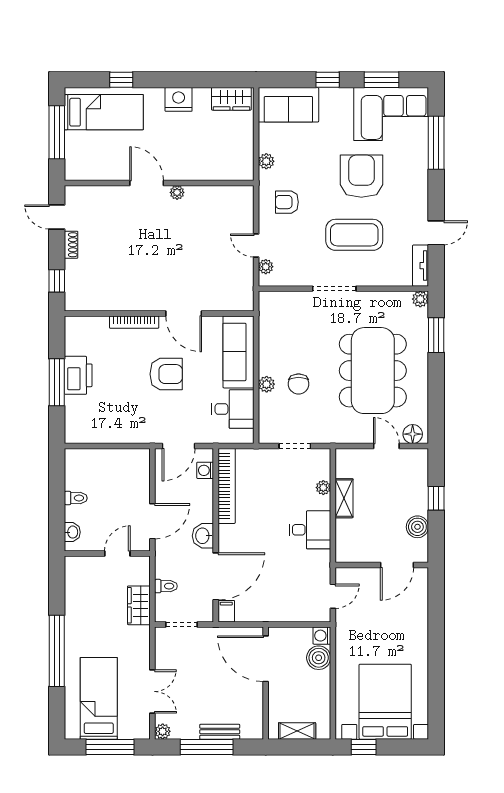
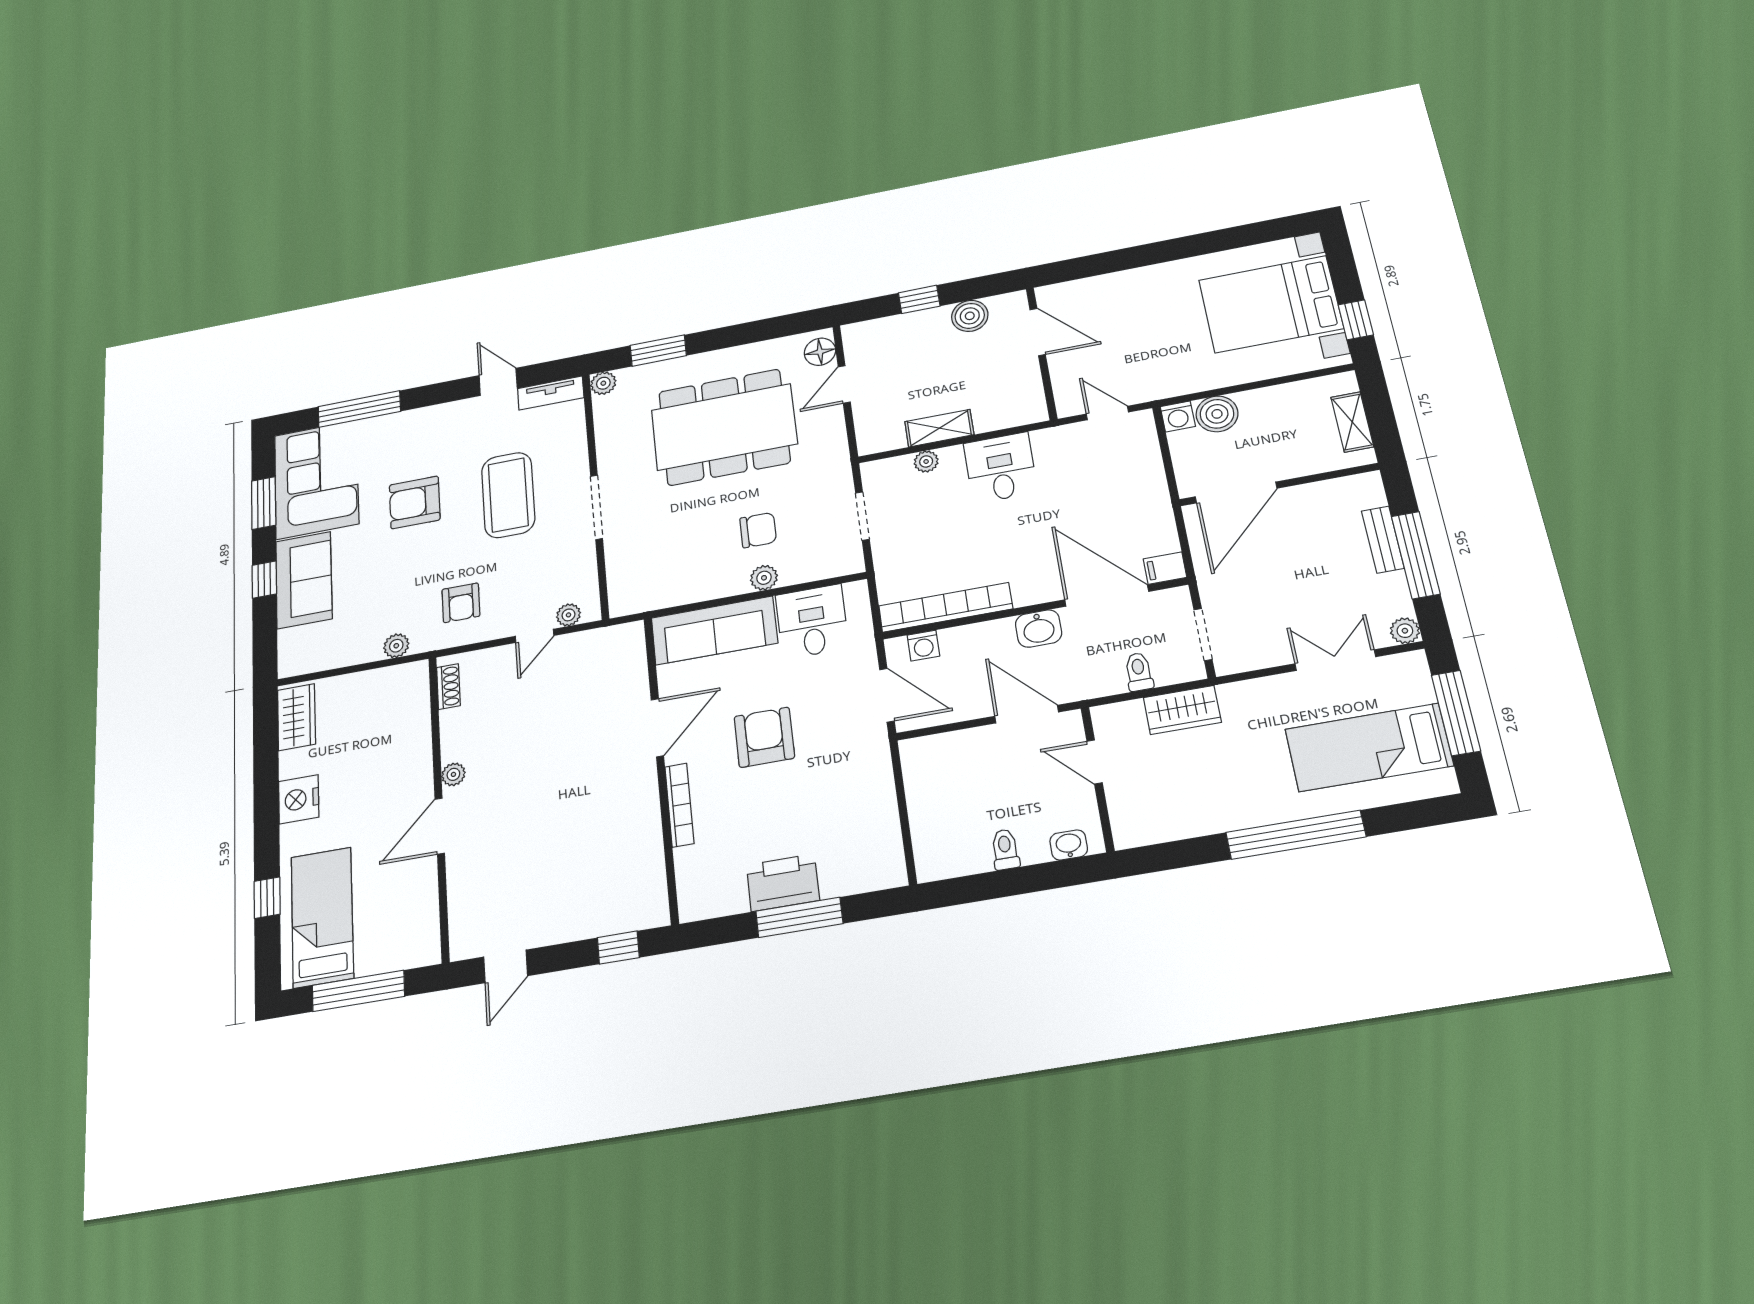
sofa: (288, 105) -> (304, 580), moved
armchair: (361, 176) -> (415, 502), width x0.73, depth x0.73
shoe rack: (71, 245) -> (448, 686), moved, turned 90

